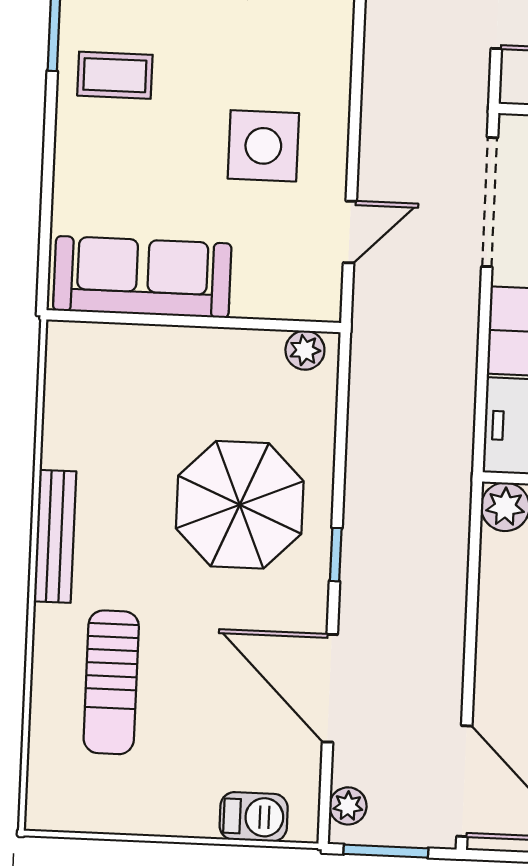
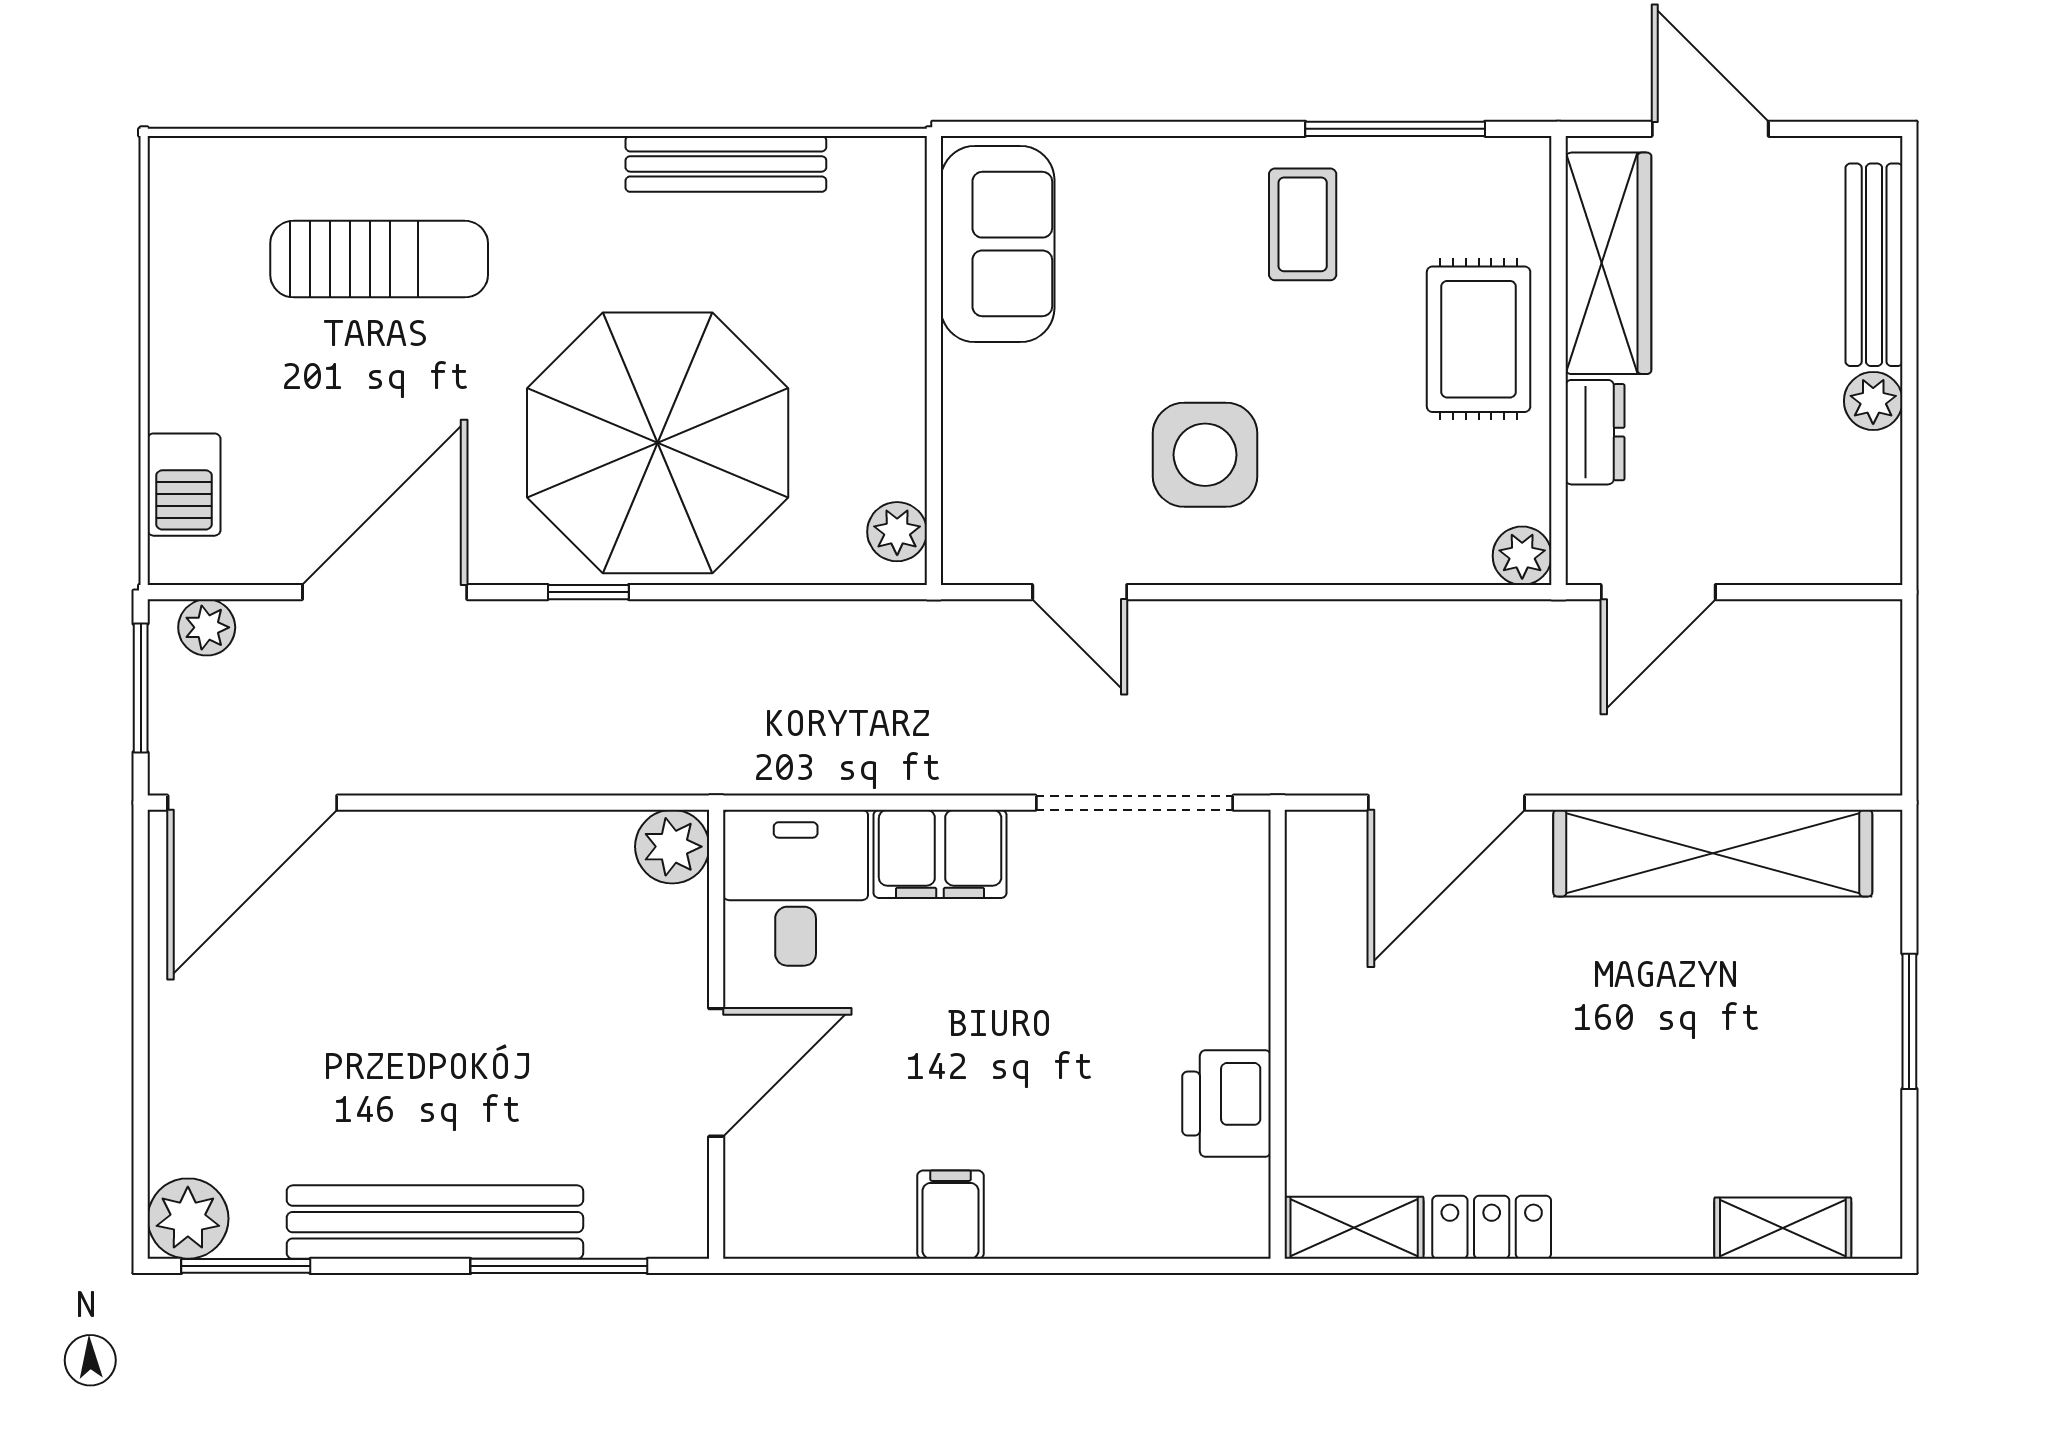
sofa: (142, 277) -> (998, 244), width x0.73
parasol: (240, 505) -> (658, 443), width x1.36, depth x1.36
bench: (55, 536) -> (726, 164), moved
sun lounger: (111, 682) -> (379, 259), turned 180

